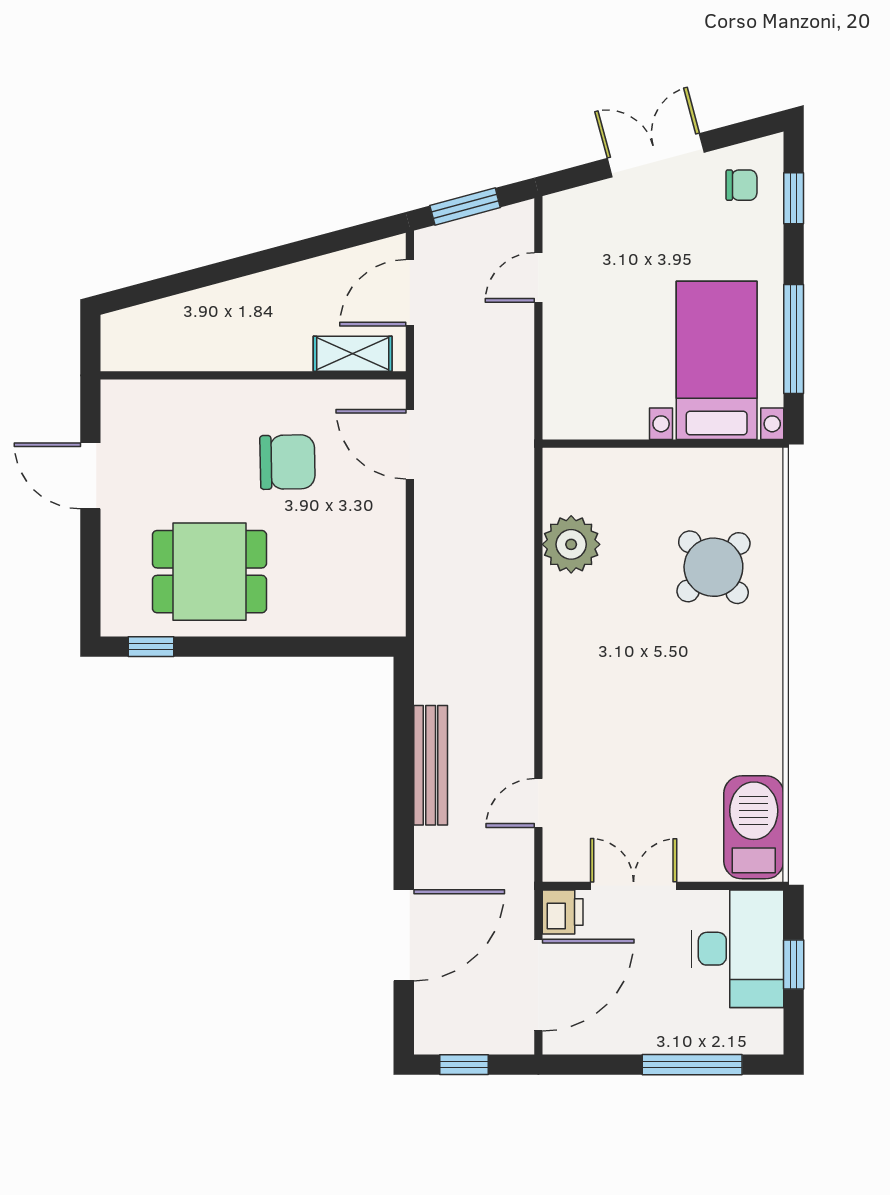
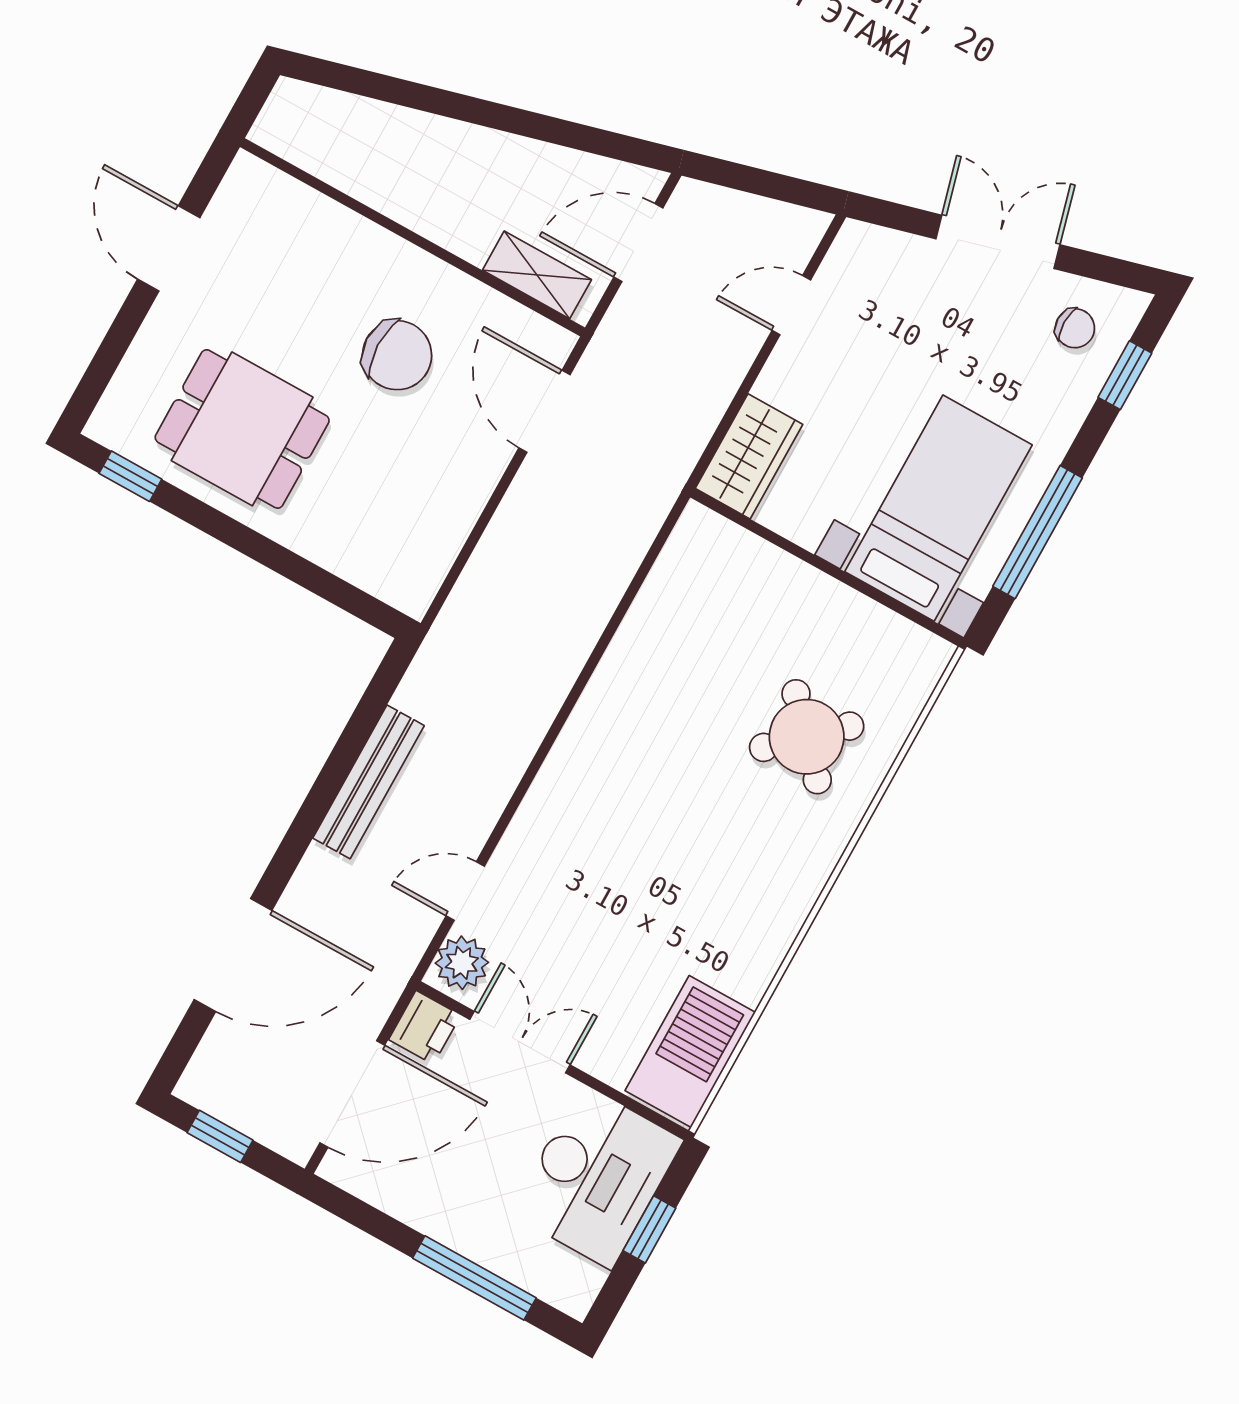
window: (465, 207) -> (754, 181), removed
wardrobe: (567, 397) -> (749, 456), added
plant: (571, 544) -> (462, 963), moved, width x0.73, depth x0.73

